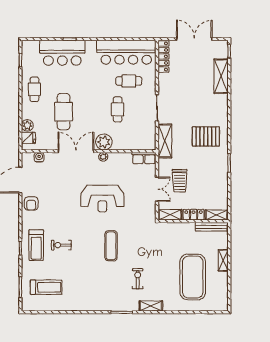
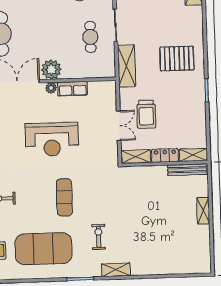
cafe table: (118, 109) -> (90, 37), moved
row of seats: (144, 158) -> (73, 89), moved
exercise mat: (193, 277) -> (43, 249), moved, turned 90

